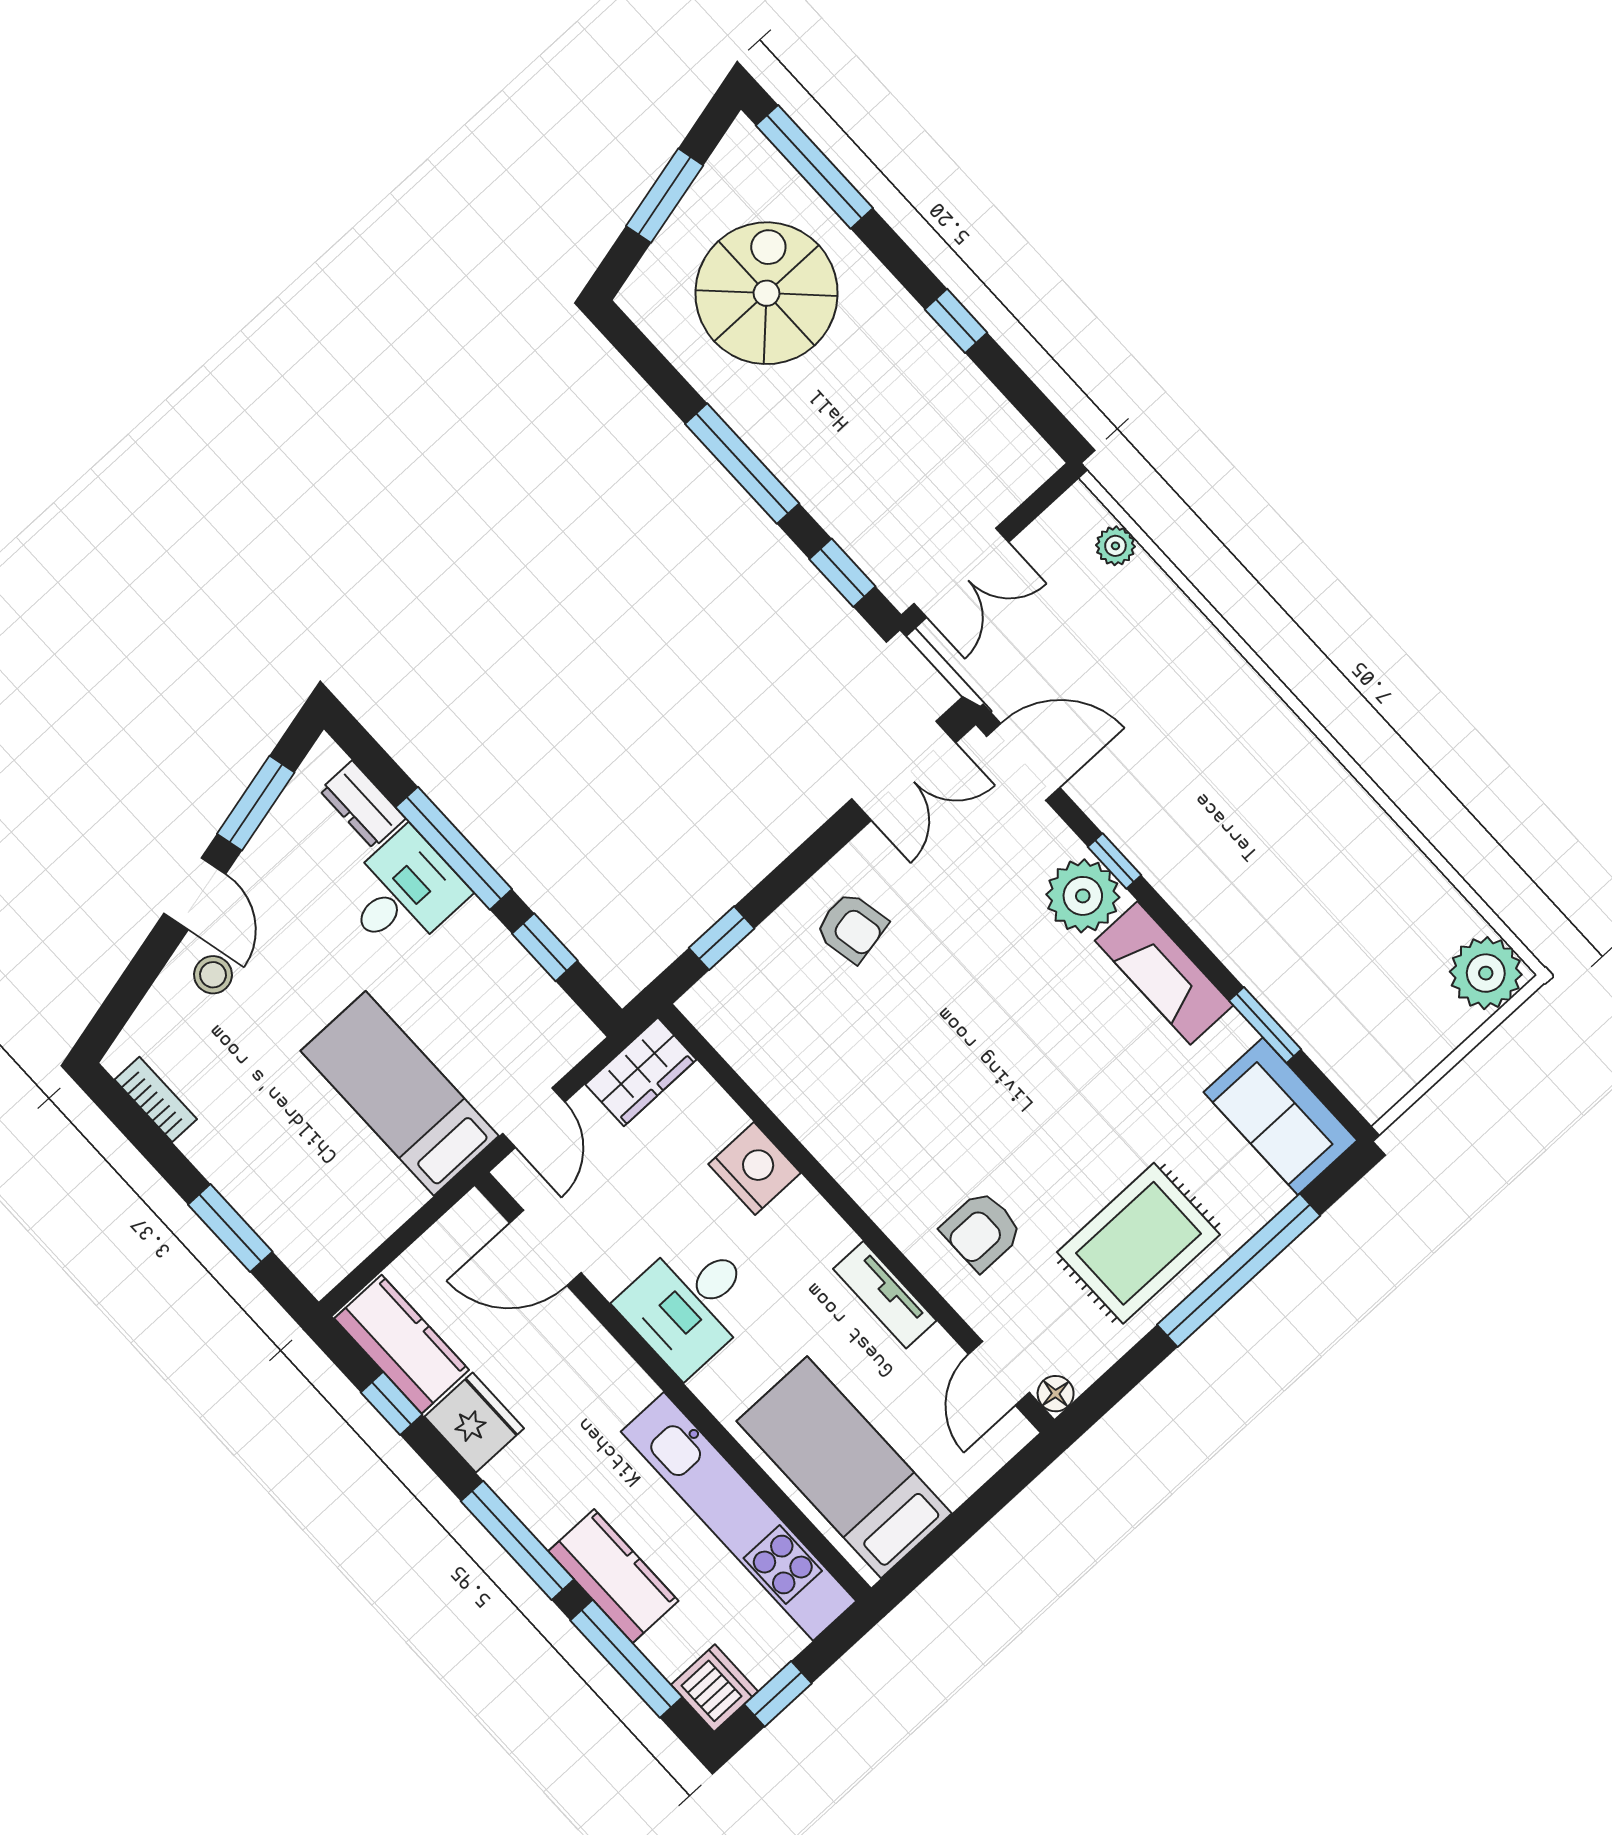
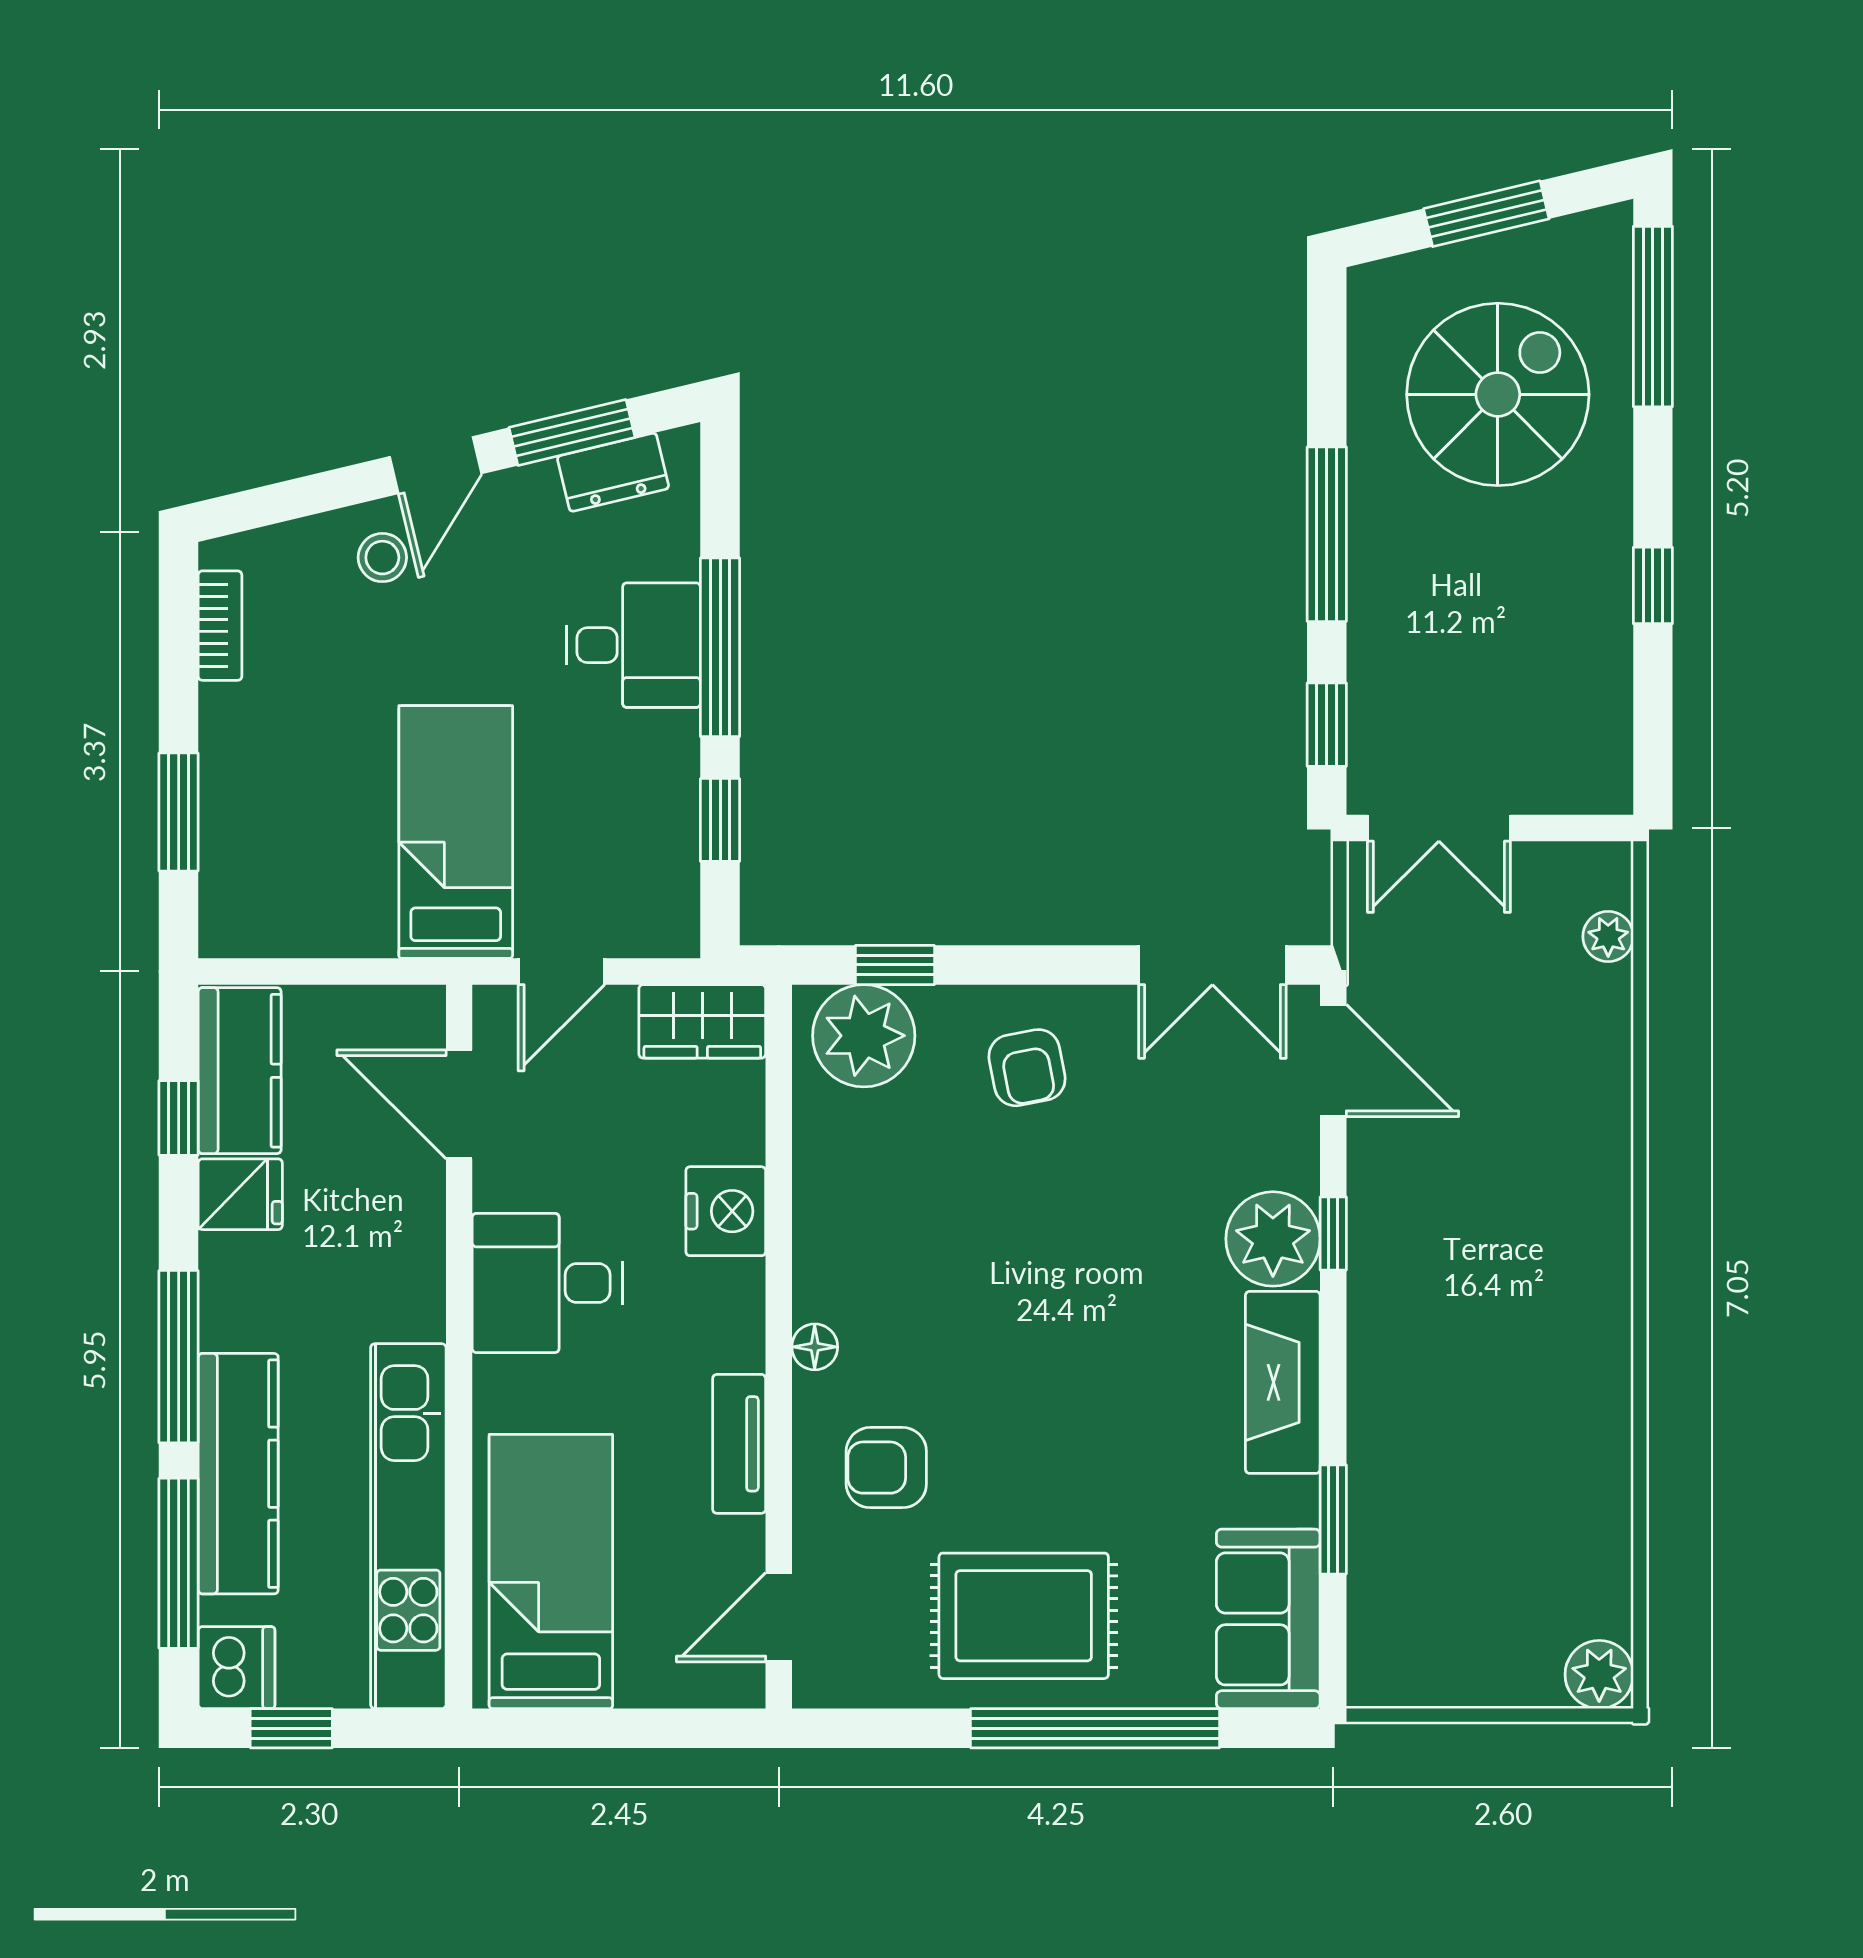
dresser: (363, 805) -> (613, 472), moved, turned -103
plant: (1486, 973) -> (1599, 1675), width x0.73, depth x0.73
plant: (741, 995) -> (864, 1036), added
floor lamp: (1056, 1394) -> (815, 1347), moved
fridge: (474, 1422) -> (240, 1194), width x0.72
kitchen counter: (613, 1576) -> (238, 1474), width x1.50

